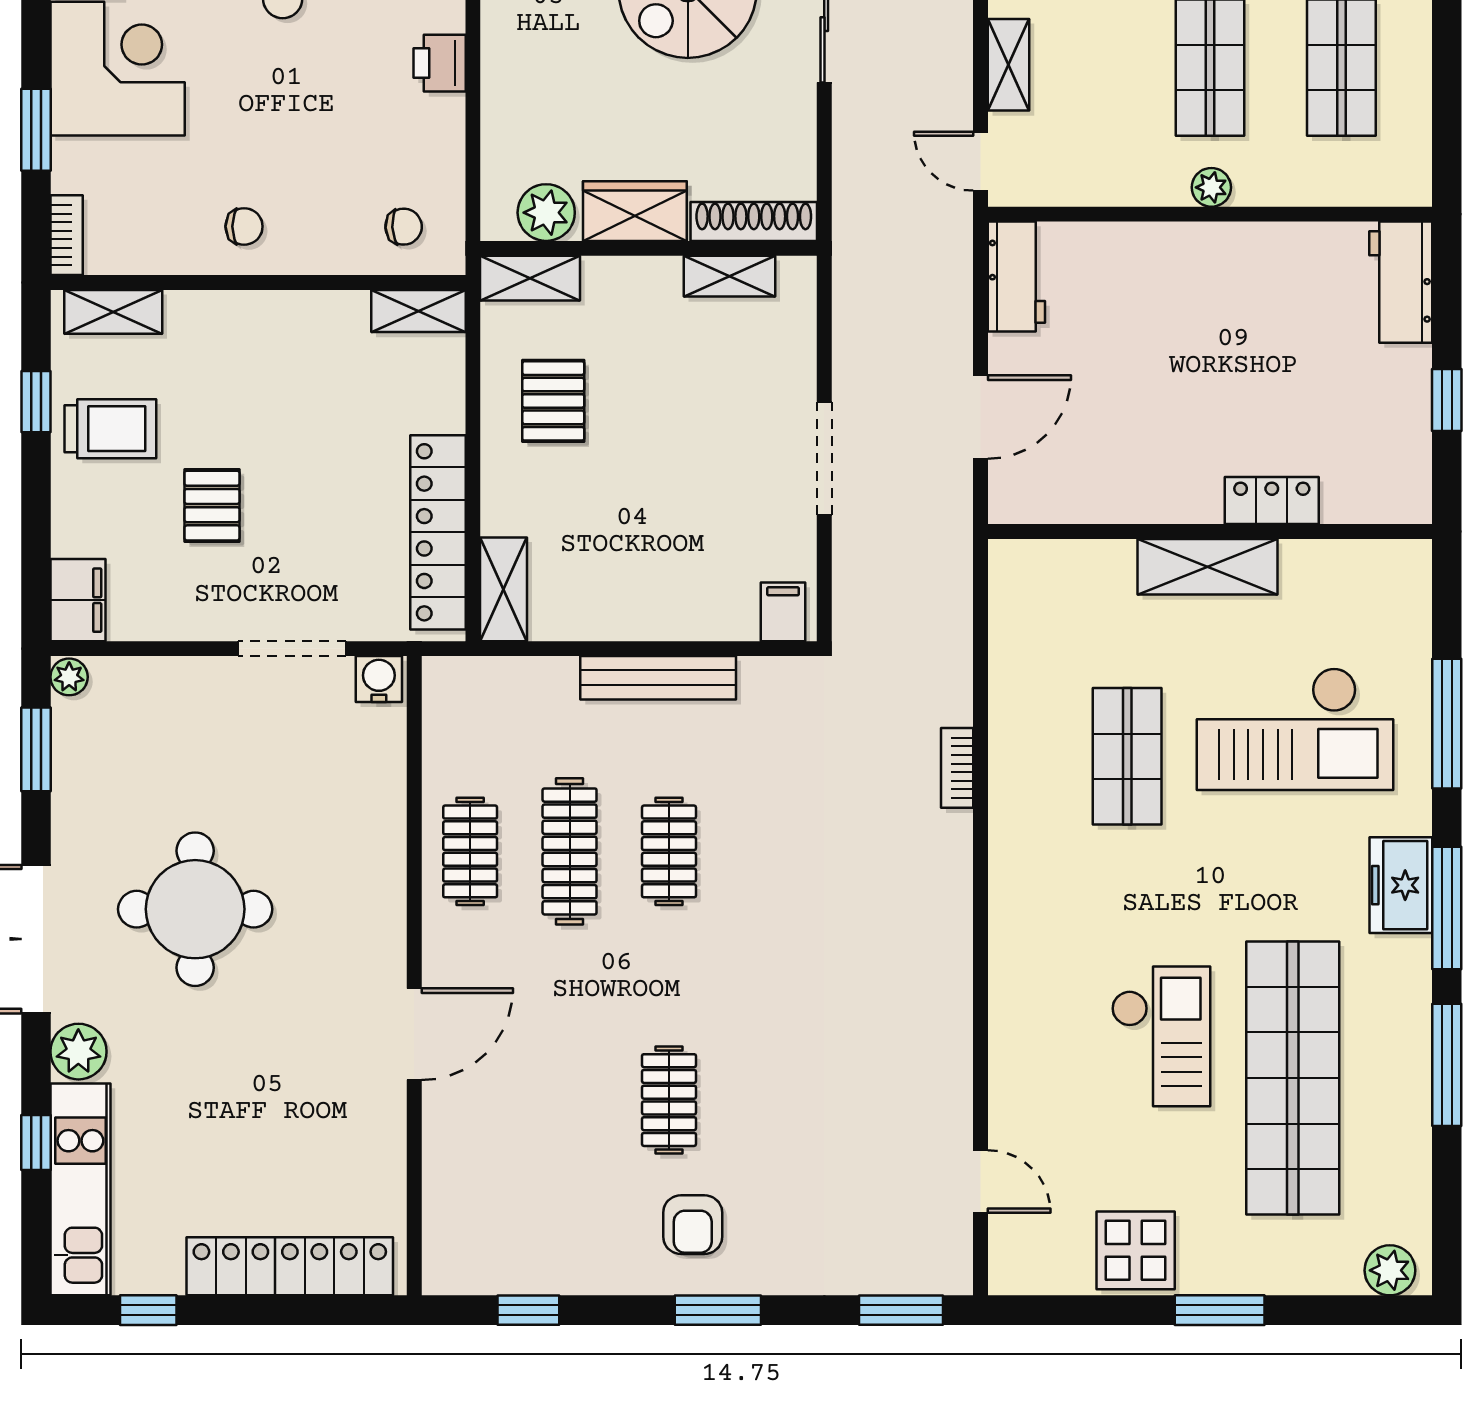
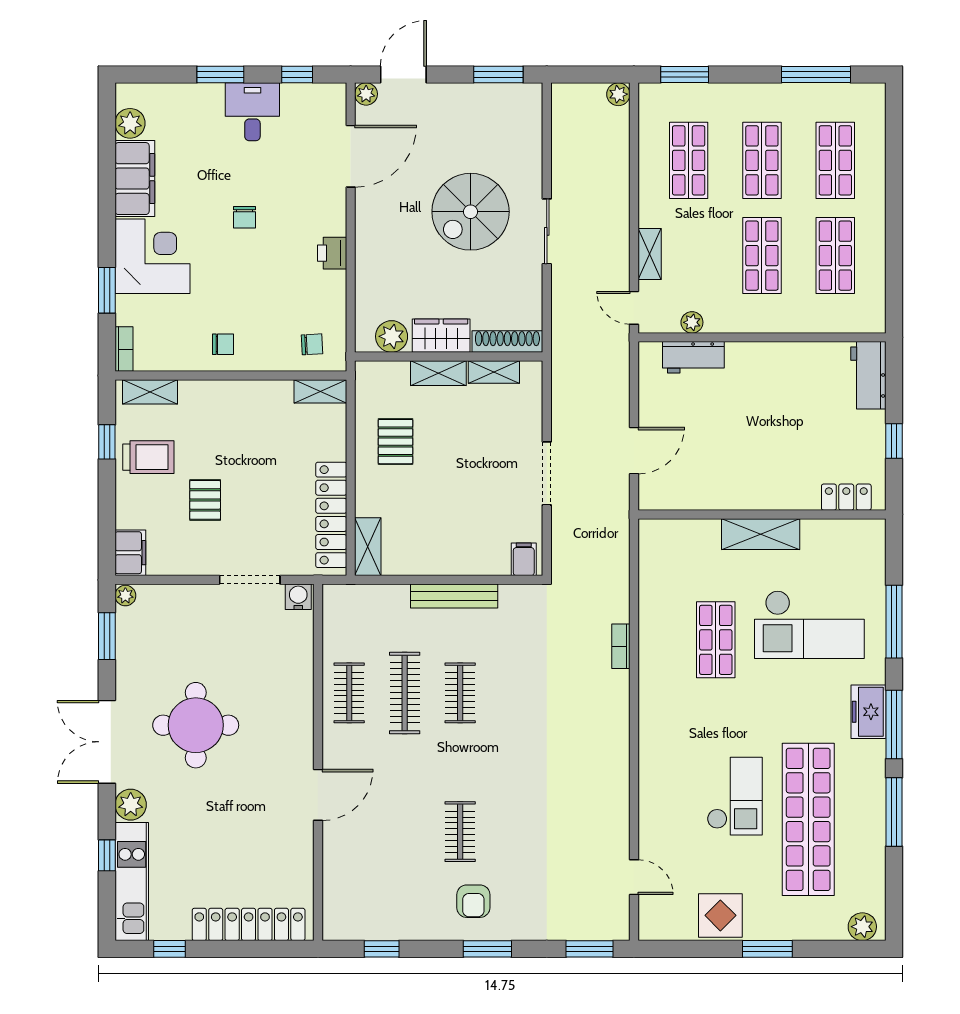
plant: (1211, 187) -> (692, 322), moved
workbench: (1016, 277) -> (693, 357), moved, turned 90
shelving: (530, 278) -> (438, 373), moved
locker: (1272, 501) -> (846, 497), moved

